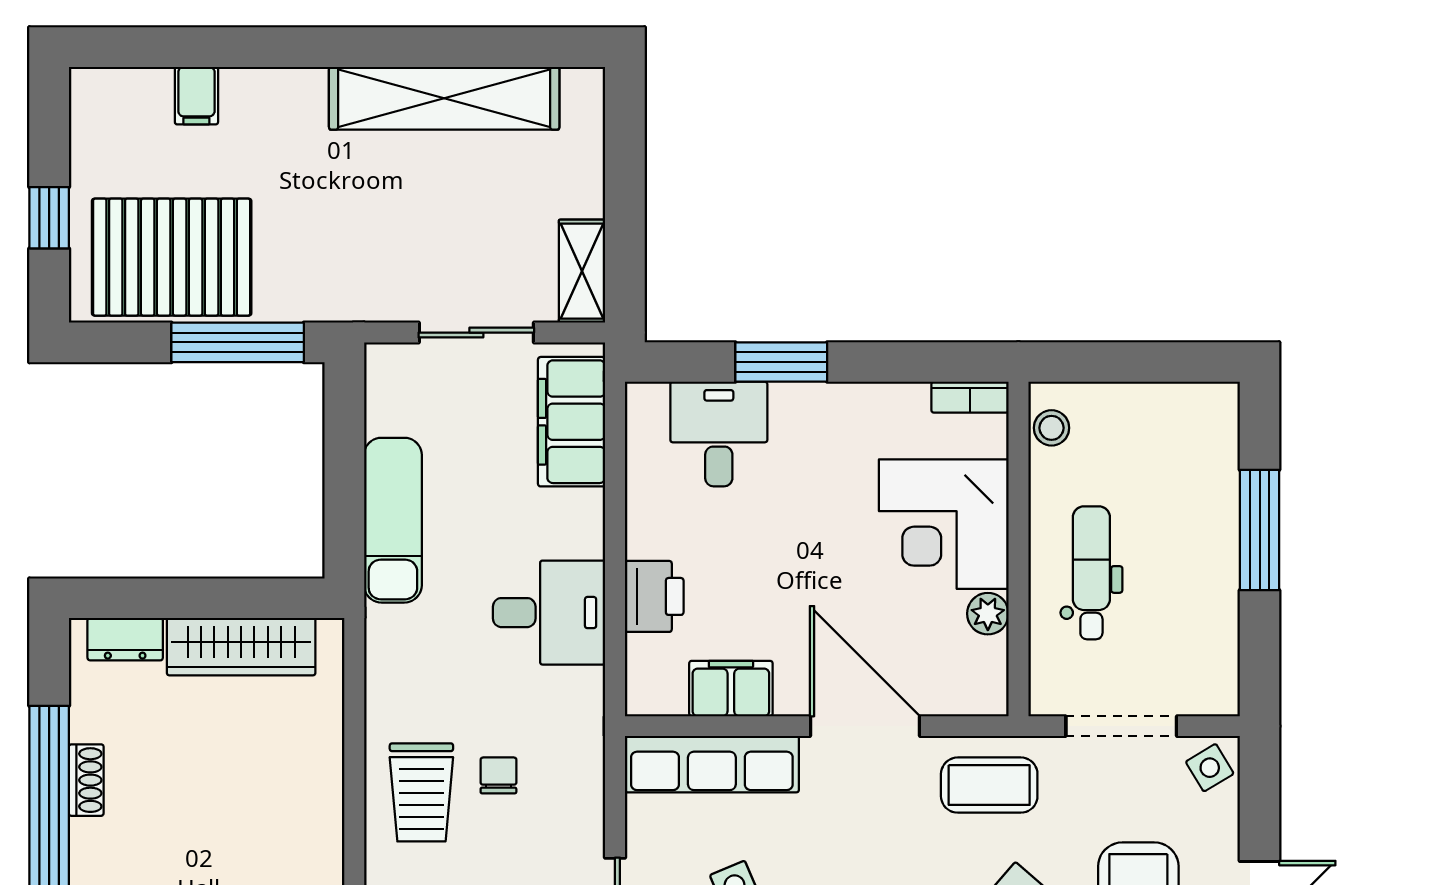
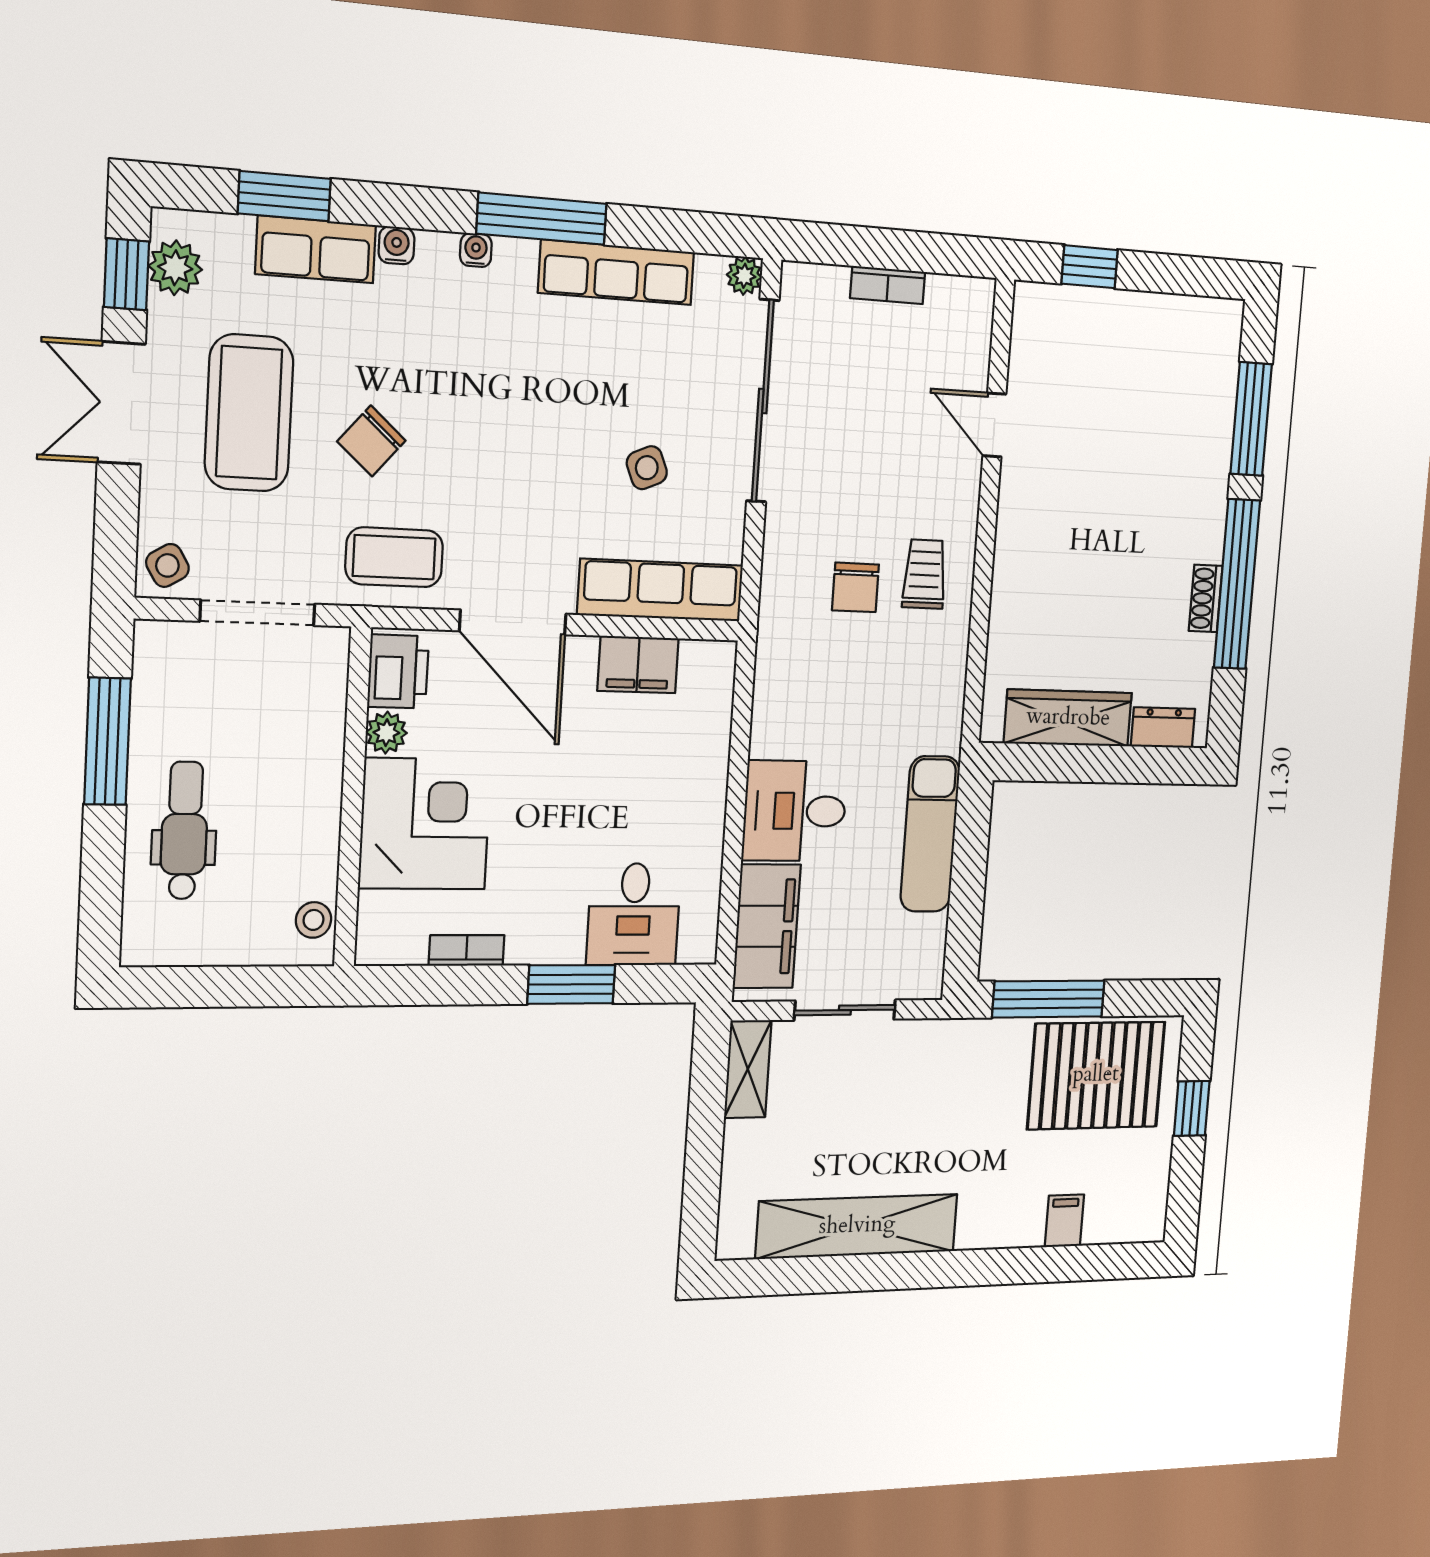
bookcase: (970, 397) -> (467, 950), moved
window: (1260, 530) -> (107, 741), moved
dental chair: (1091, 573) -> (184, 830), moved, turned 180
printer: (654, 596) -> (398, 672), moved, turned 180
desk: (549, 613) -> (795, 811), moved
chair: (498, 775) -> (855, 587), width x1.37, depth x1.37
trolley: (421, 792) -> (925, 574), width x0.73, depth x0.72

